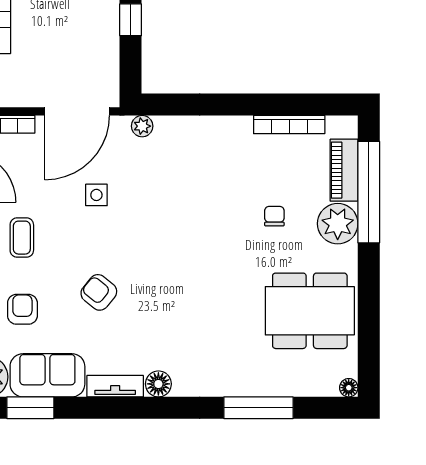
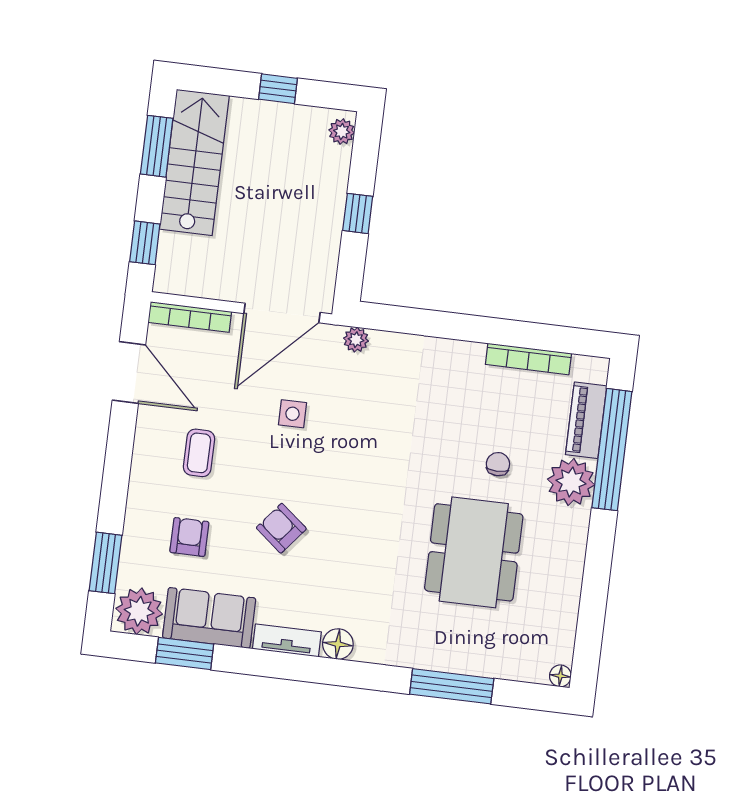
dining table: (310, 311) -> (474, 552), moved, turned 90

